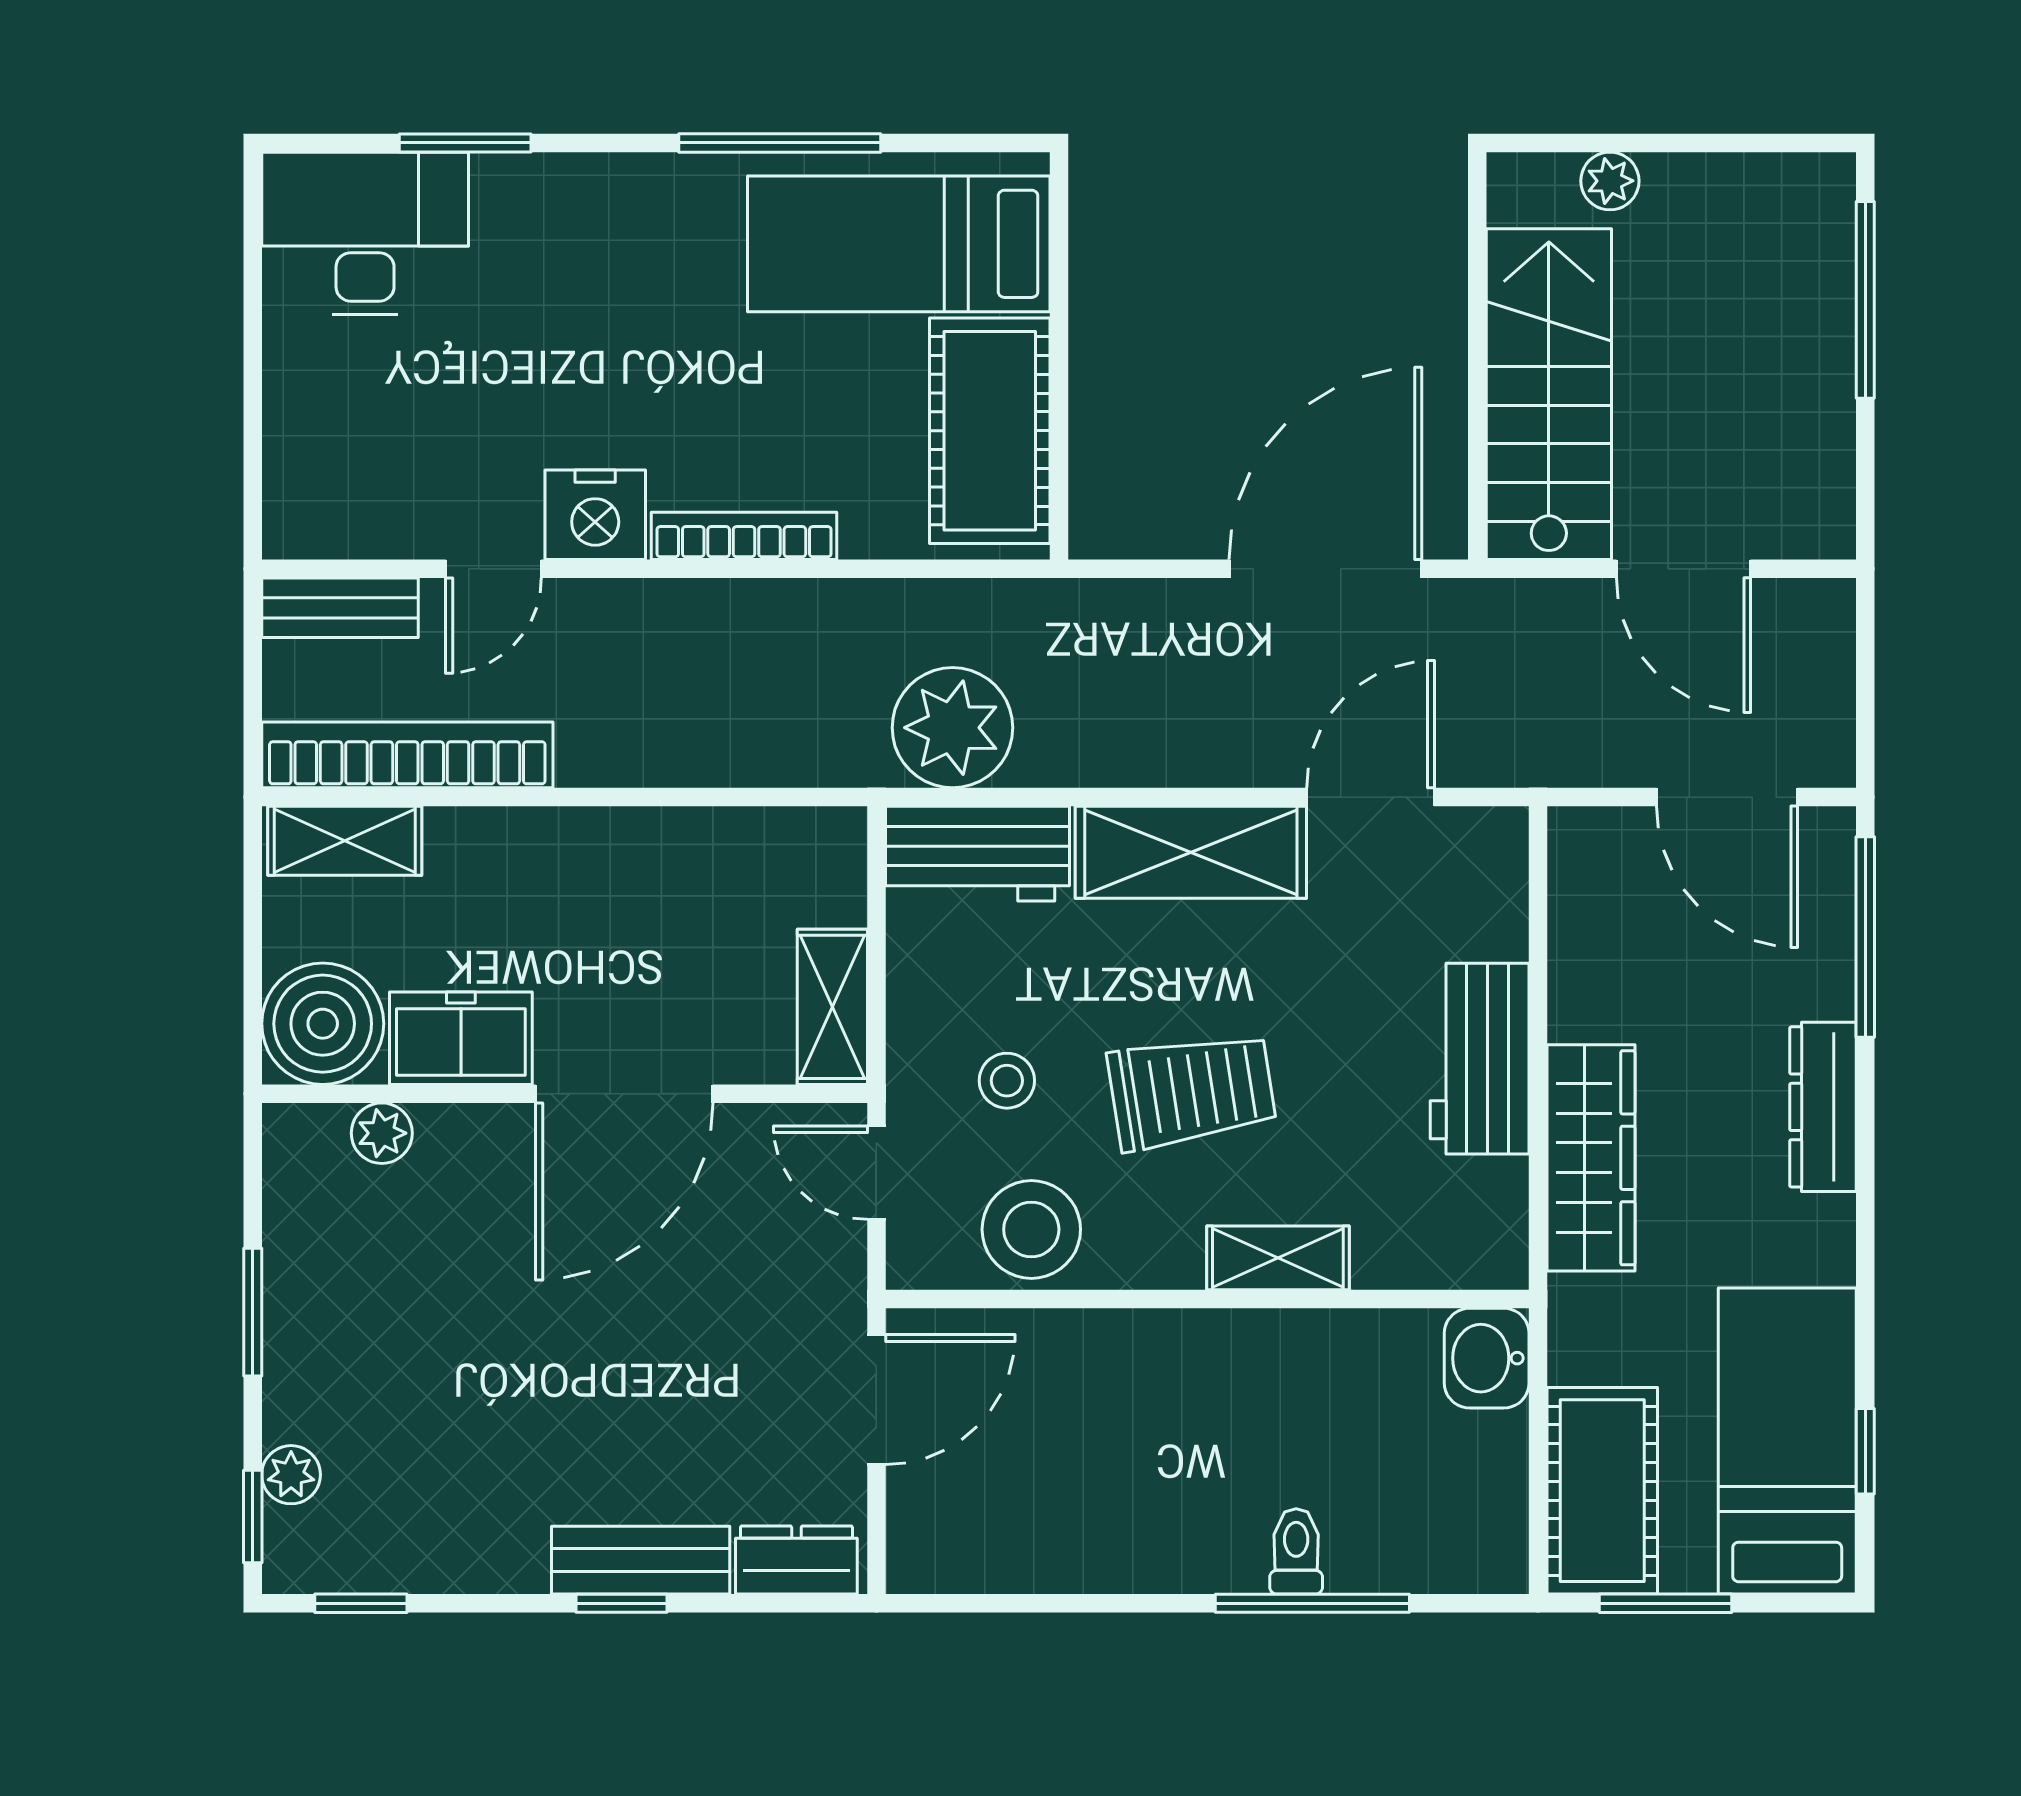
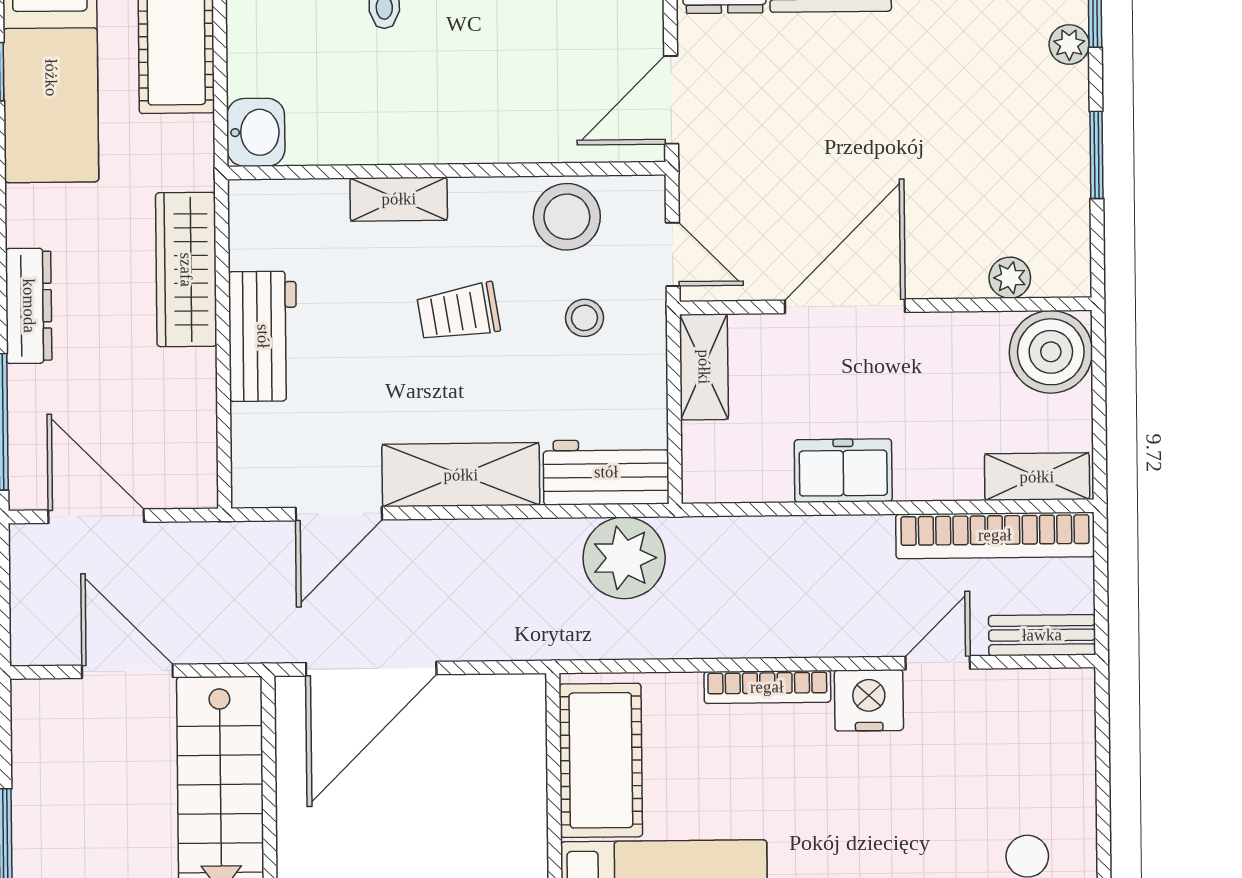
freezer: (461, 1038) -> (843, 471), moved, turned 180
trolley: (1192, 1091) -> (459, 312), width x0.73, depth x0.72

